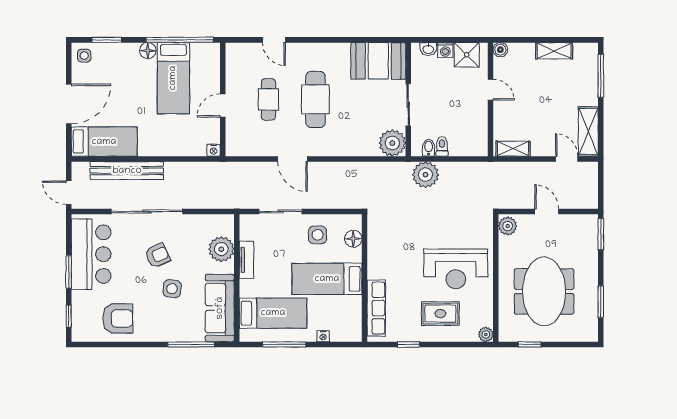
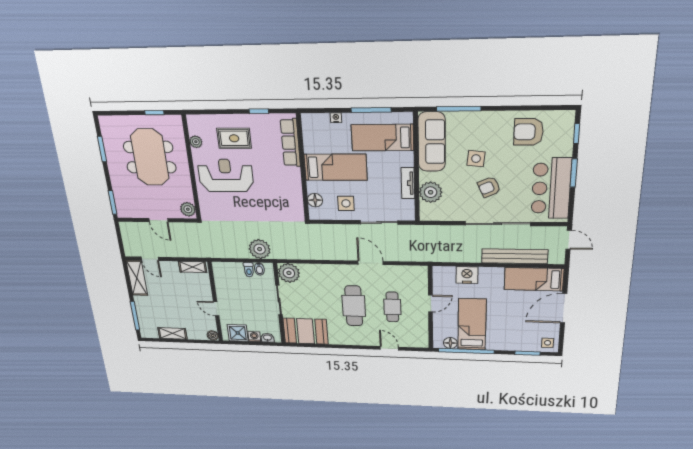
floor lamp: (148, 51) -> (450, 343), moved
nightstand: (214, 150) -> (467, 275), moved, width x1.89, depth x1.79
plant: (486, 334) -> (196, 142), moved

